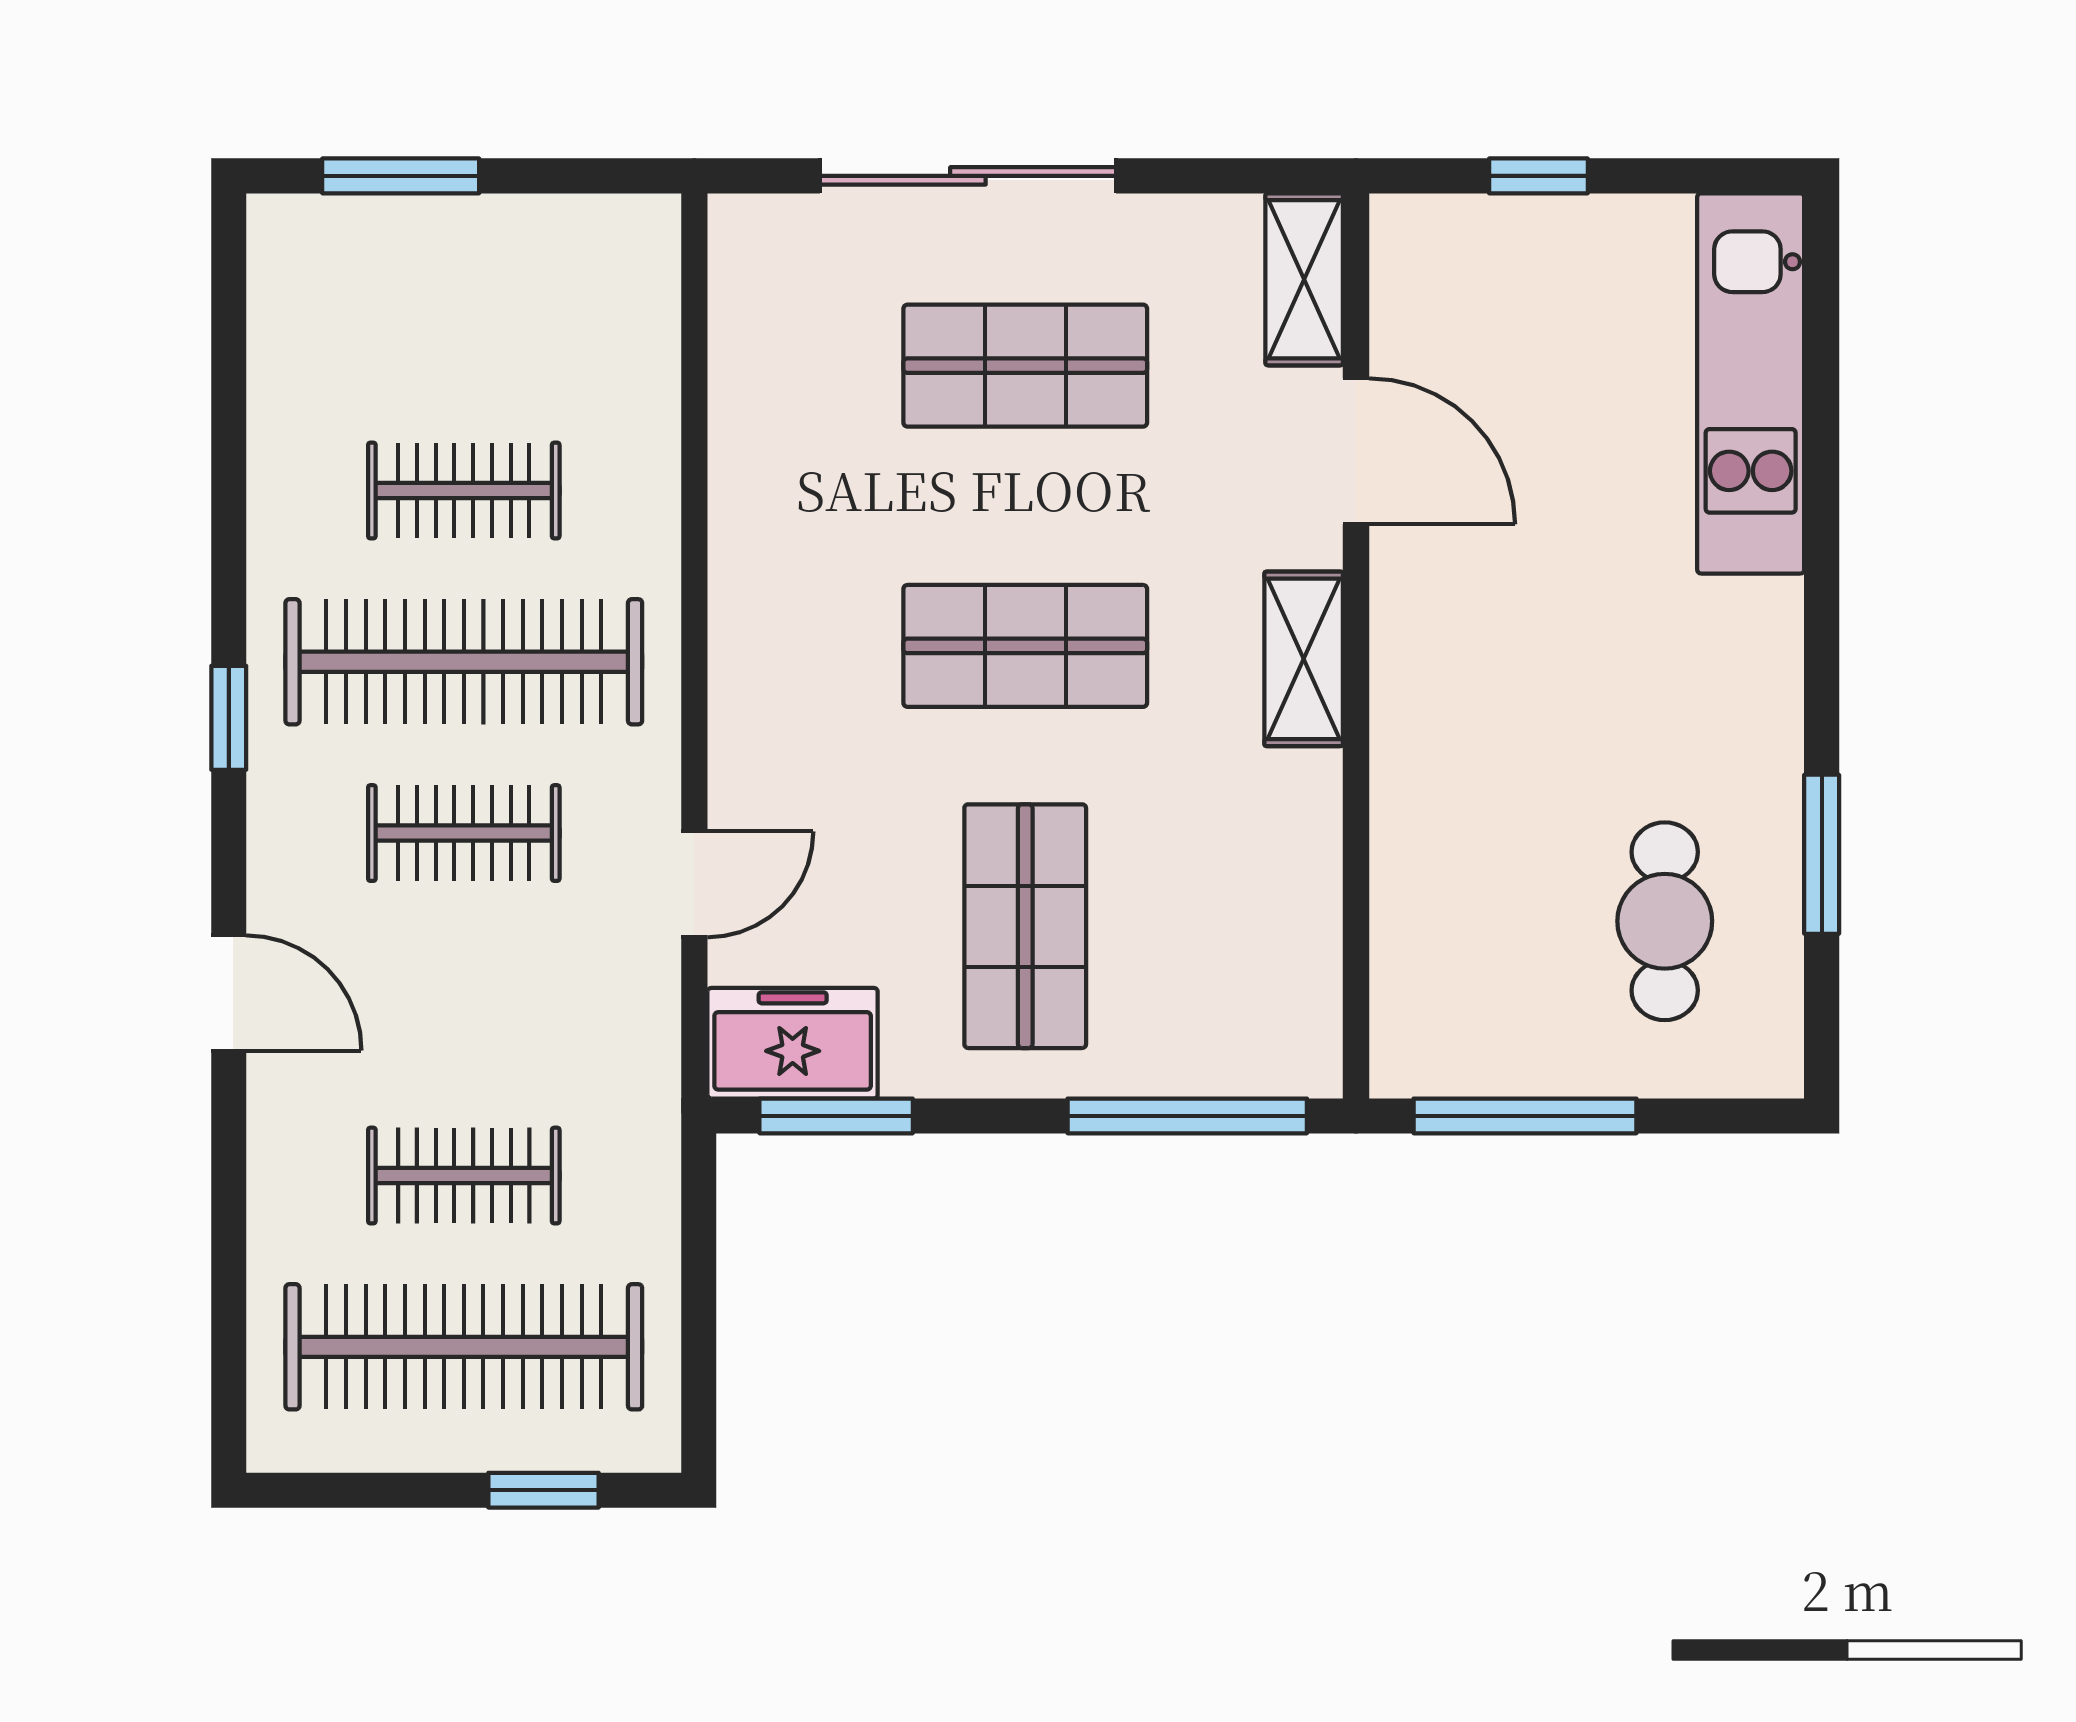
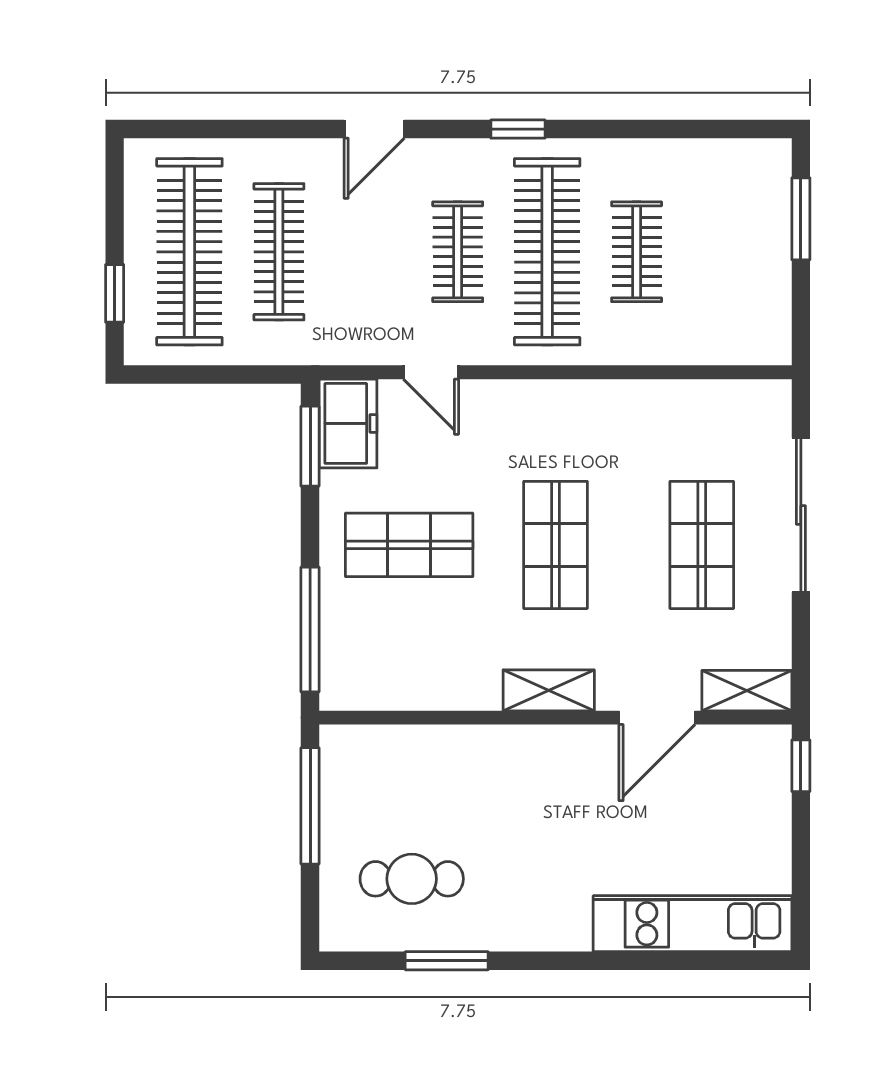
window: (1538, 176) -> (801, 766), moved
clothes rail: (464, 1176) -> (279, 252), width x1.36

